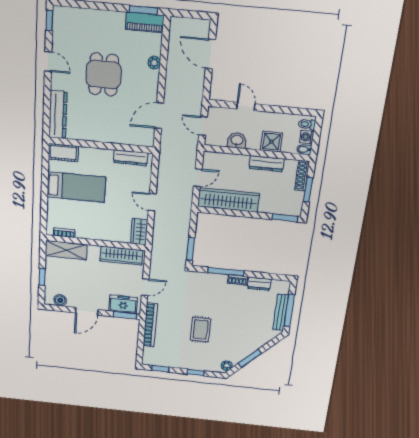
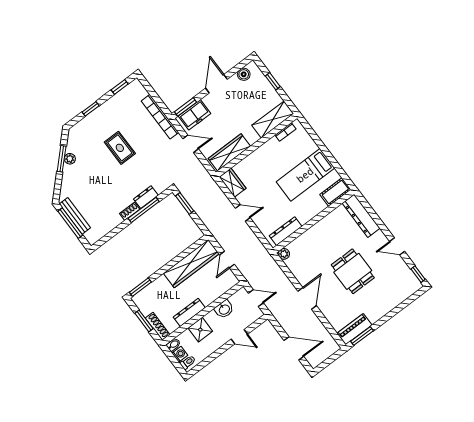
plant: (154, 63) -> (284, 254), moved
door: (159, 116) -> (307, 298), moved
dresser: (259, 284) -> (146, 197), moved
door: (145, 287) -> (191, 144), swing flipped
plant: (227, 366) -> (70, 159), moved

